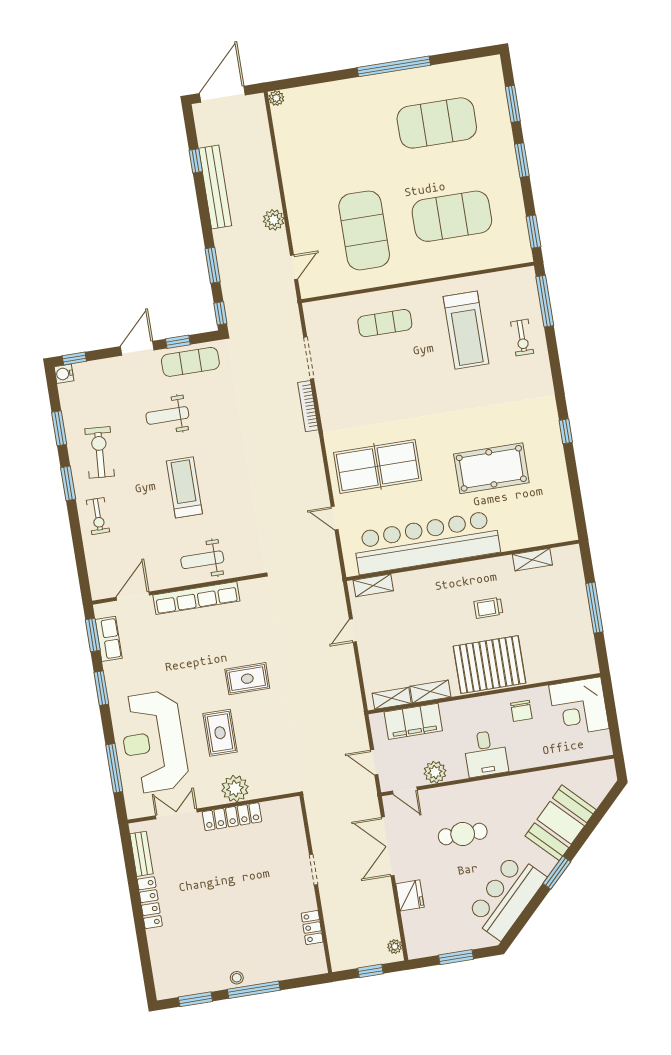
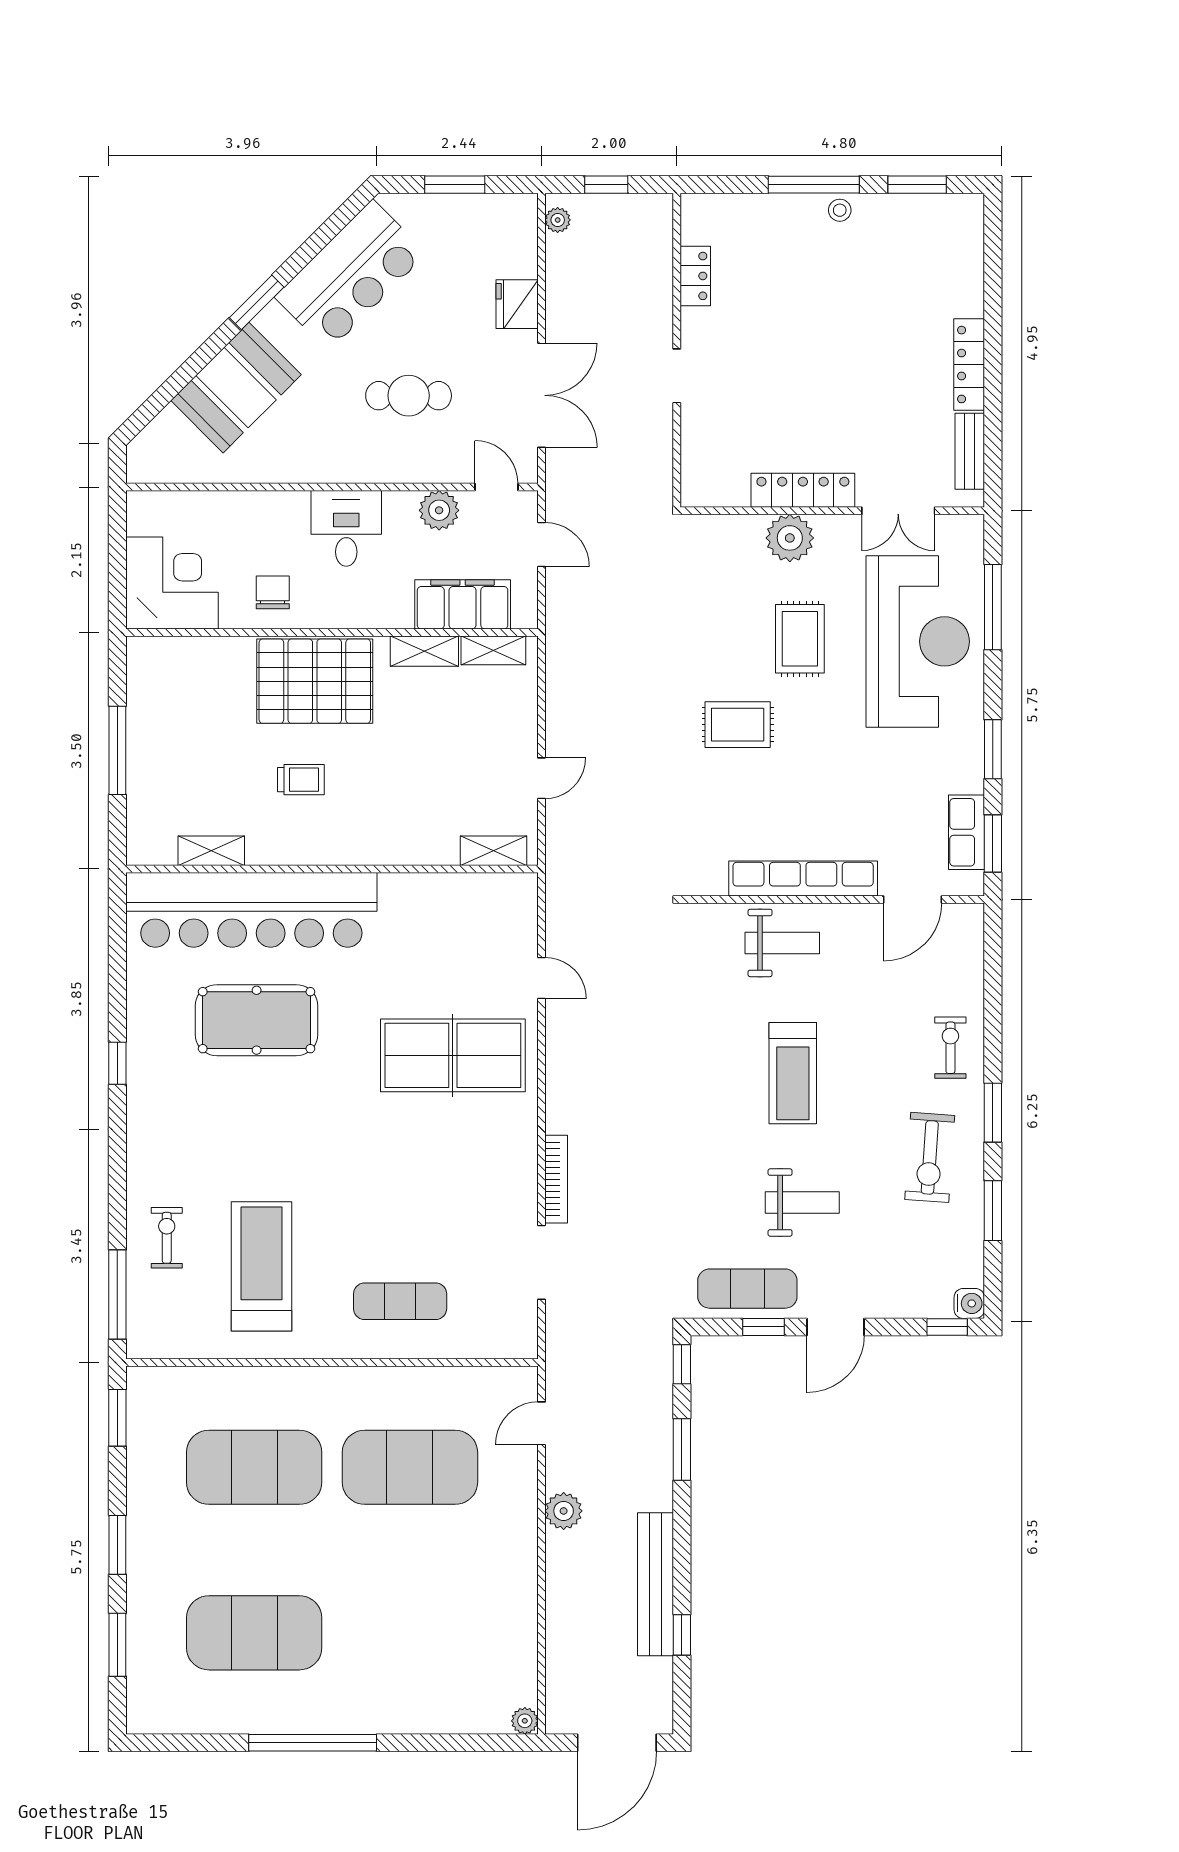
exercise mat: (364, 230) -> (410, 1467), turned 90
bar counter: (427, 543) -> (251, 910), moved

